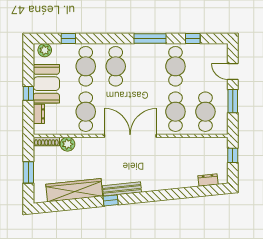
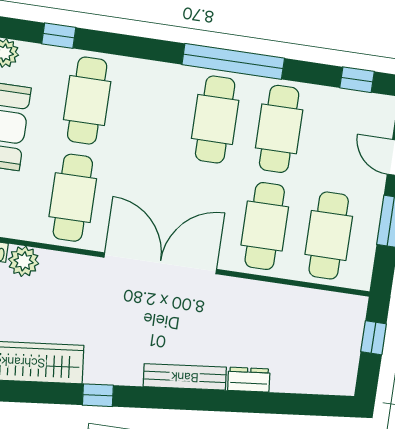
window: (150, 38) -> (233, 61), width x1.46
window: (193, 38) -> (357, 80), moved
cafe table: (116, 66) -> (215, 119), moved
dresser: (208, 180) -> (249, 380), moved
bench: (122, 189) -> (185, 377), moved

